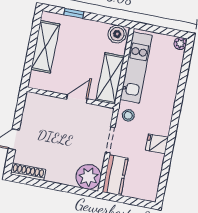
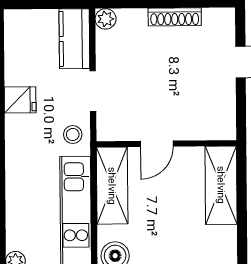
shelving: (45, 47) -> (221, 185), moved
shoe rack: (28, 172) -> (175, 17), moved
plant: (88, 177) -> (106, 19), width x0.53, depth x0.53

